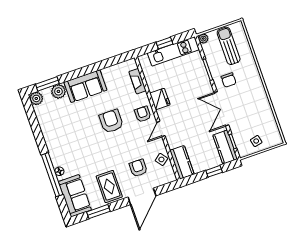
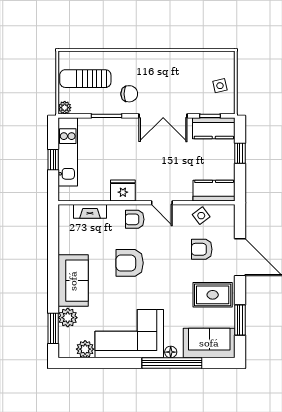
plant: (36, 98) -> (85, 349), moved
corner sofa: (62, 138) -> (129, 334), added

